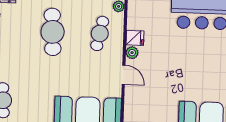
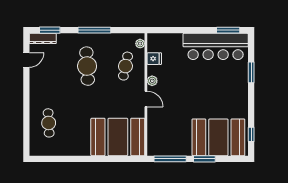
fridge: (135, 38) -> (154, 59), moved

